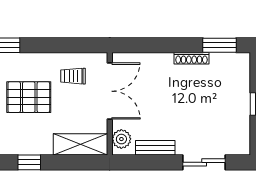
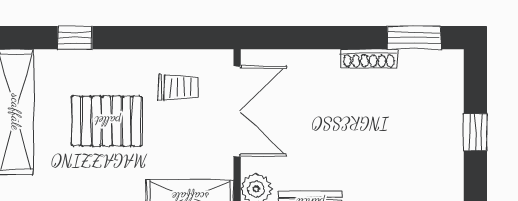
trolley: (73, 76) -> (178, 87), turned 180

